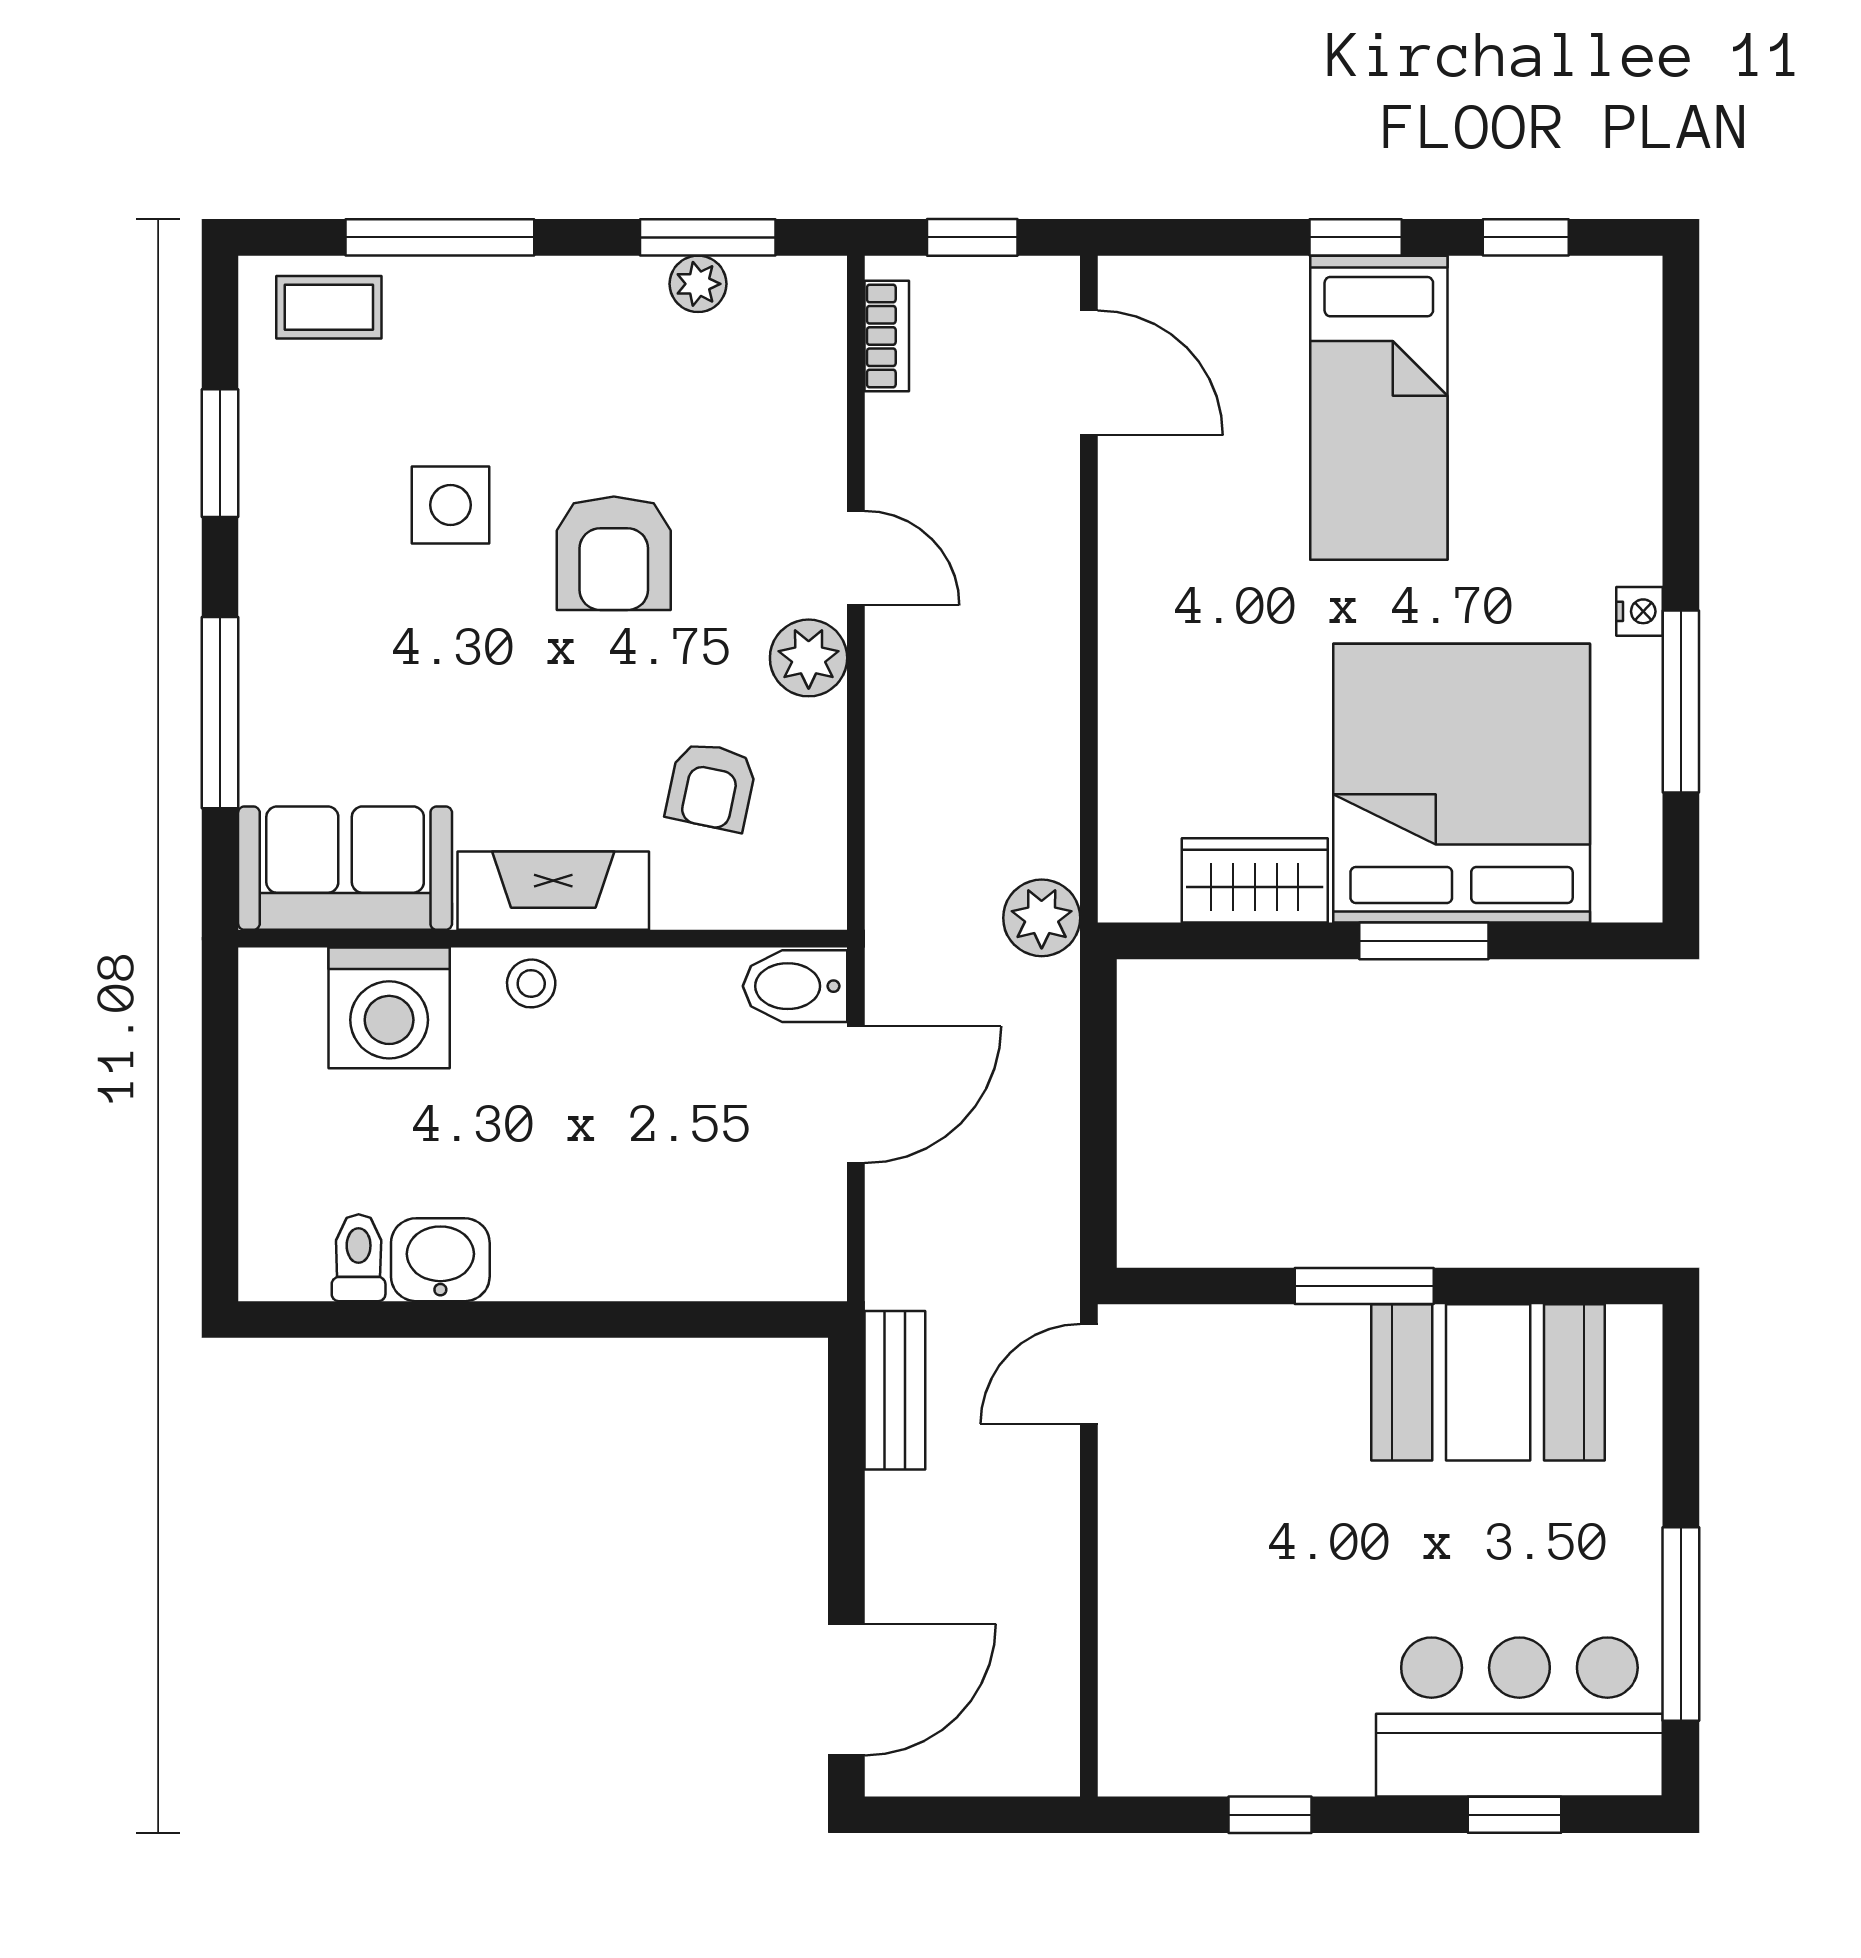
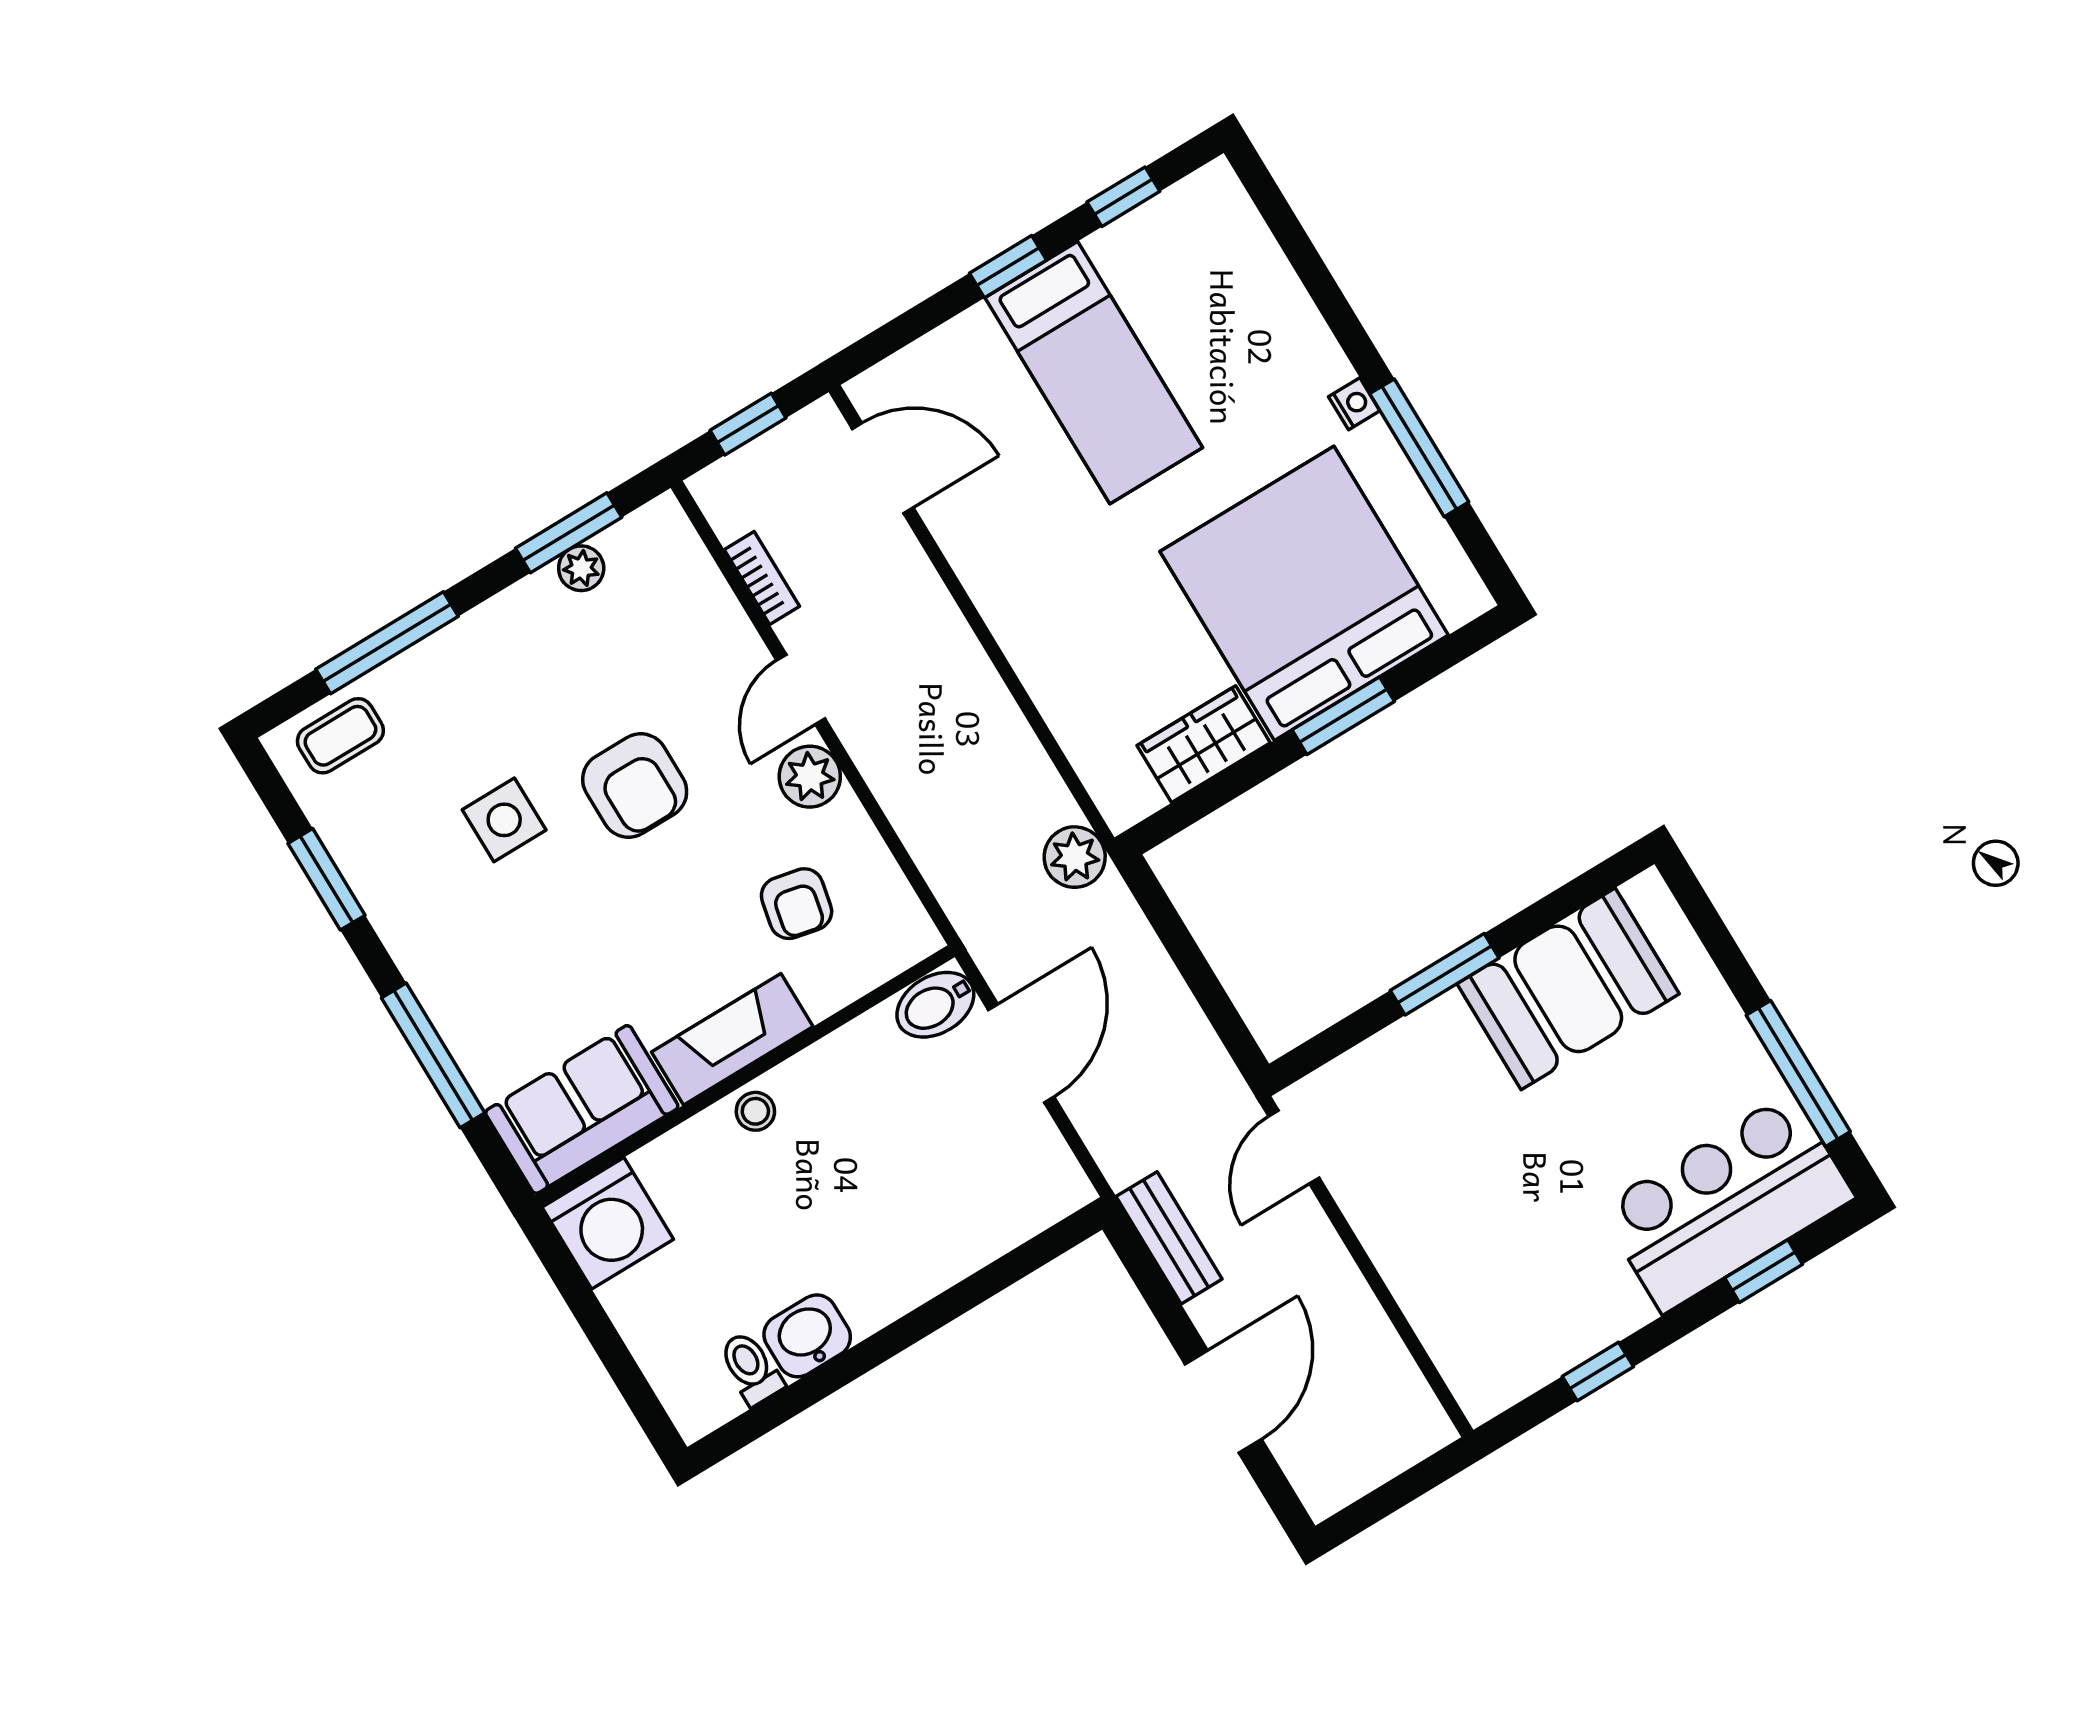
bookcase: (887, 336) -> (762, 578), moved
door: (856, 558) -> (801, 689), swing flipped
washing machine: (389, 1008) -> (608, 1223), moved
door: (846, 1690) -> (1223, 1402), moved

